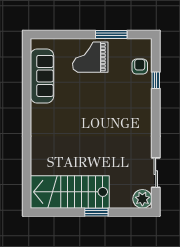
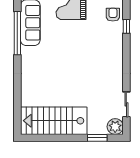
window: (27, 88) -> (17, 33), added
window: (96, 212) -> (97, 138), moved

